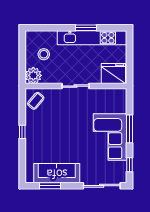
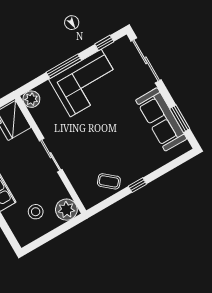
plant: (120, 95) -> (31, 99), added
coffee table: (36, 101) -> (109, 181), moved

